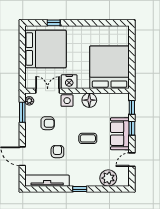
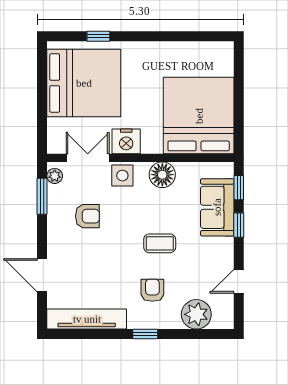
sofa: (120, 134) -> (217, 207), moved
armchair: (57, 152) -> (152, 290), moved

